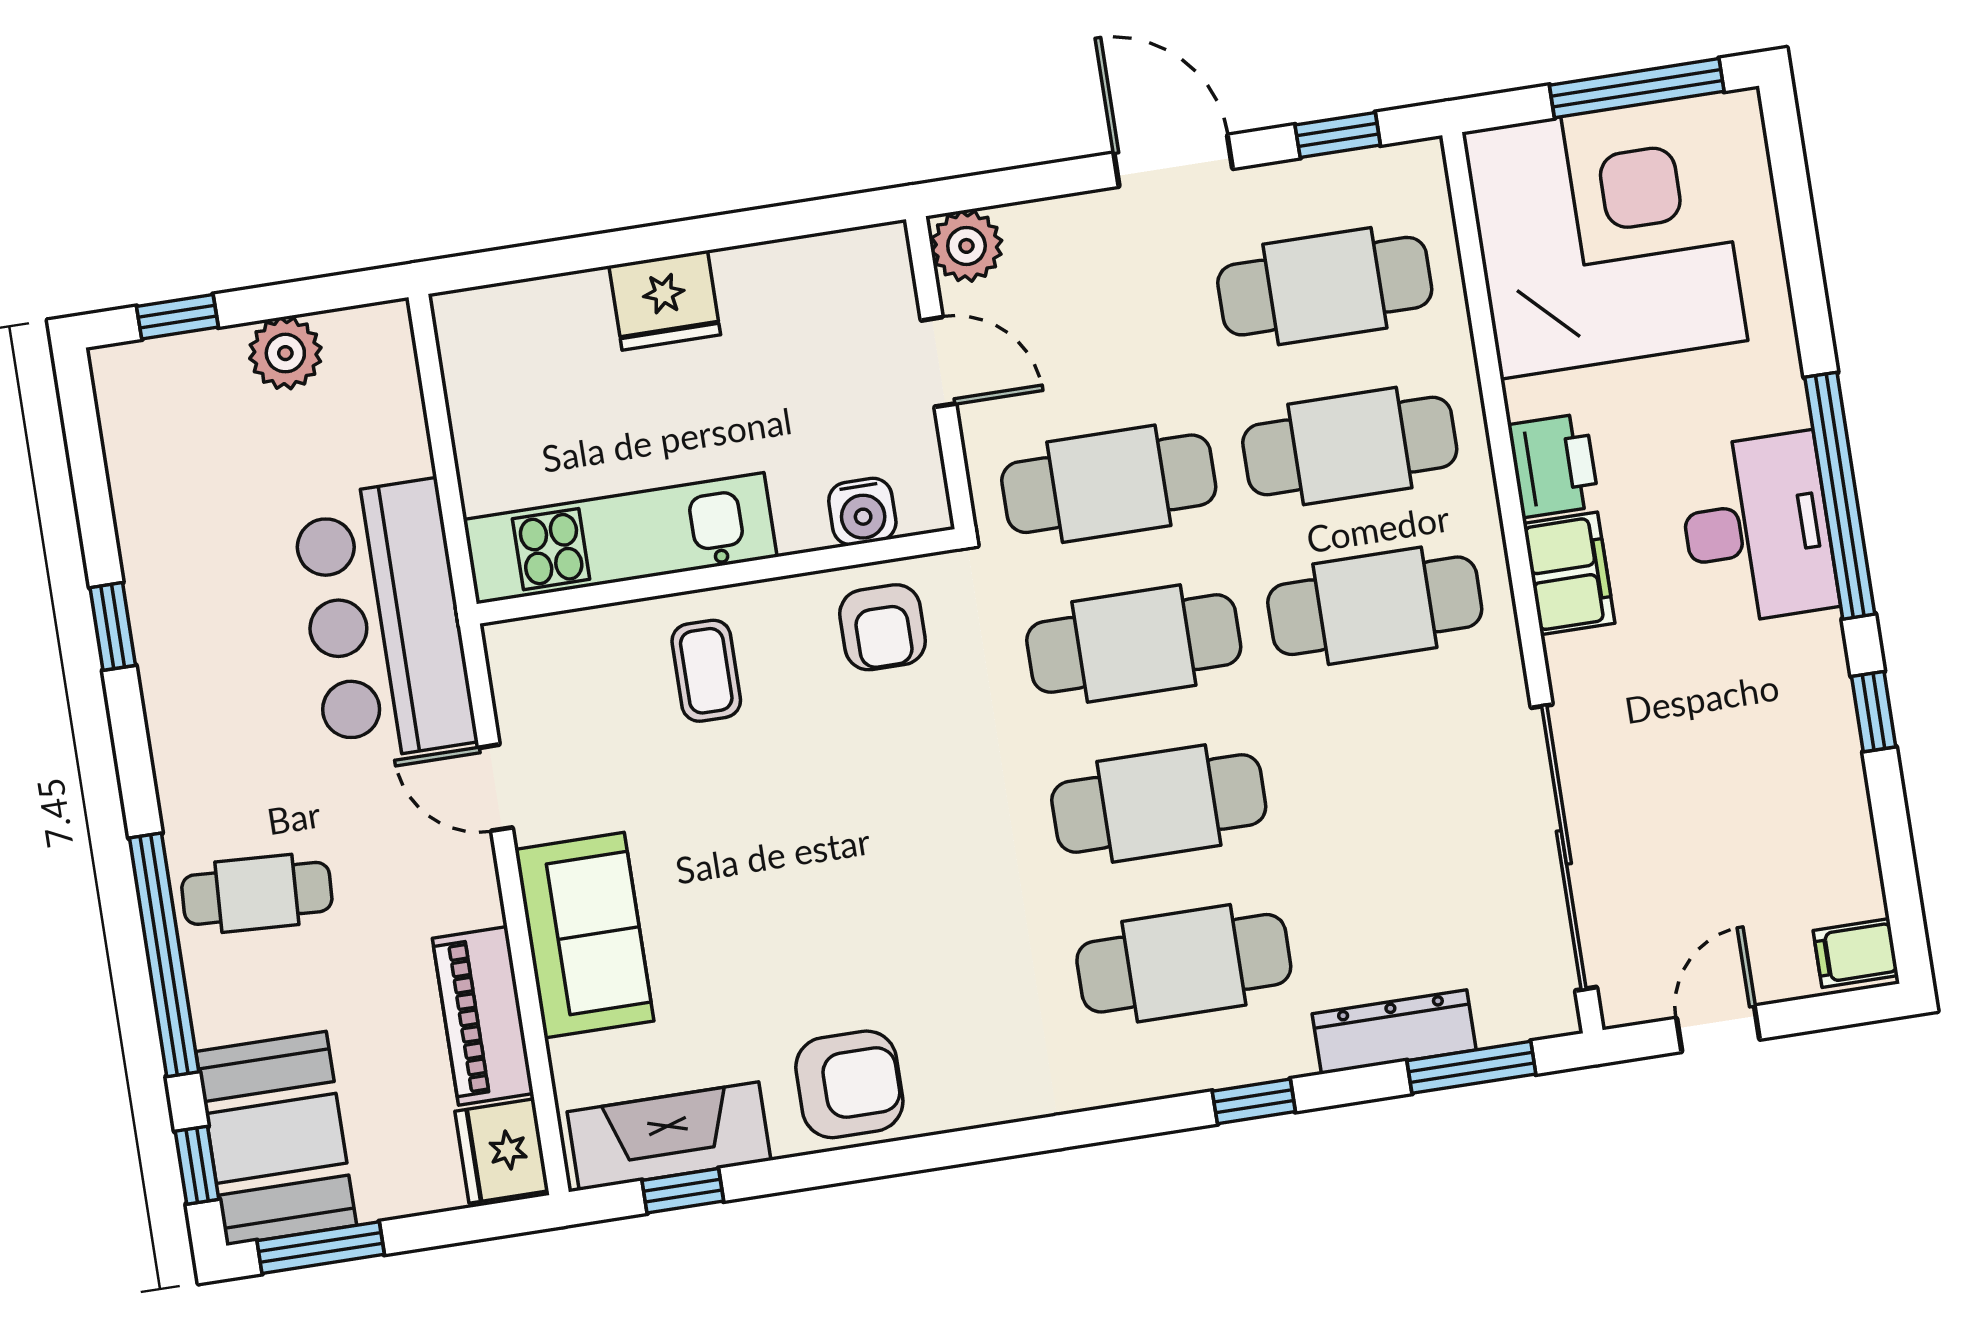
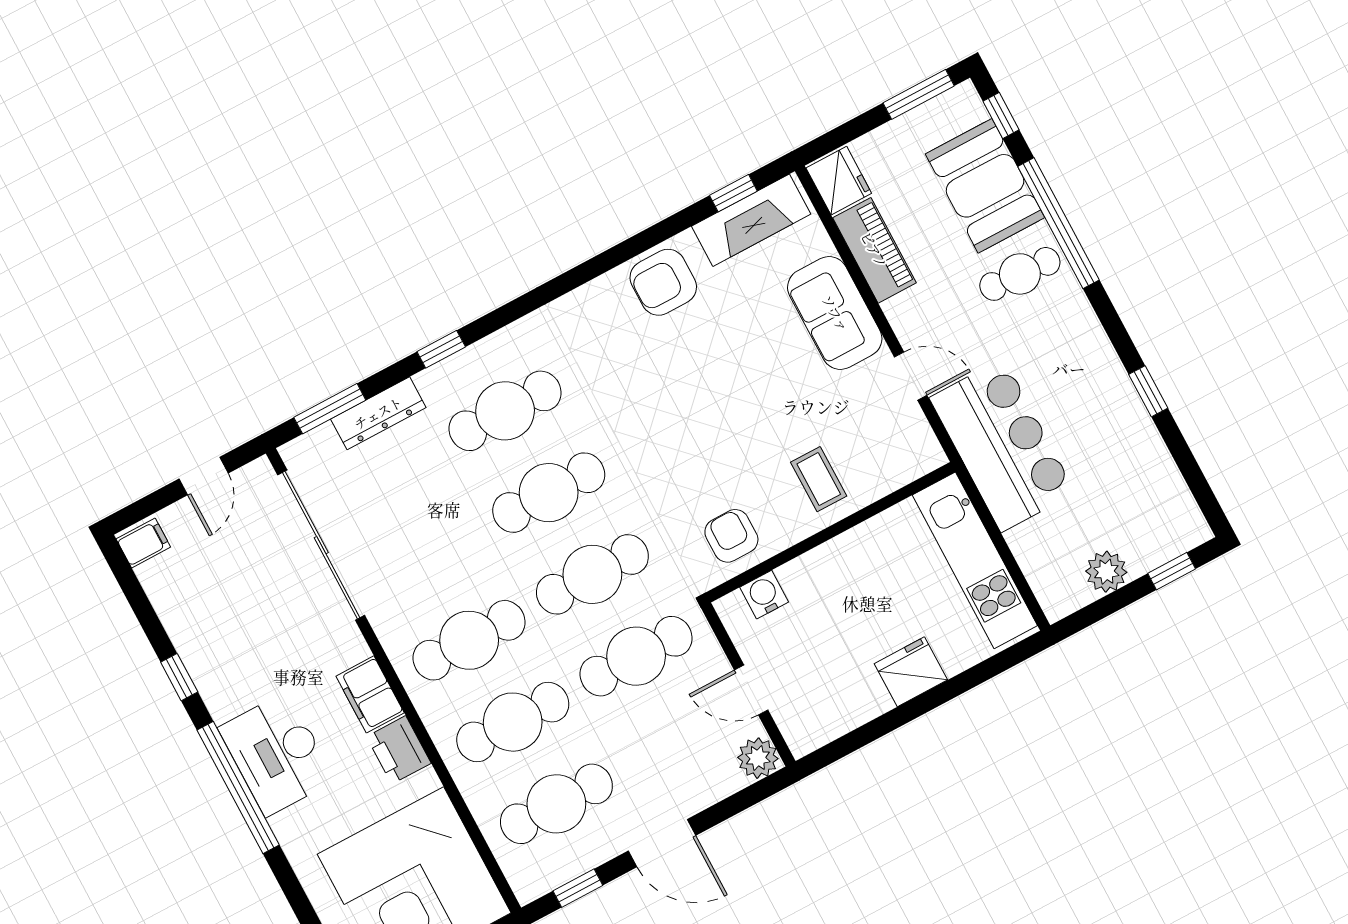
kitchen unit: (620, 538) -> (975, 560), moved, turned 90
booth: (276, 1138) -> (985, 186), moved

